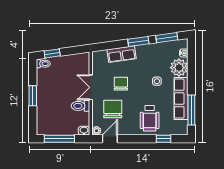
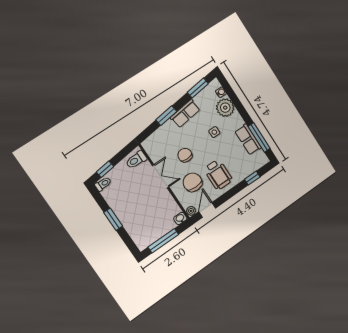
window: (138, 42) -> (166, 116), moved
row of seats: (122, 54) -> (185, 113), moved
double door: (91, 87) -> (161, 176), swing flipped
row of seats: (181, 99) -> (248, 139), width x0.68
toilet: (80, 106) -> (136, 160), moved
wheelchair: (150, 118) -> (218, 175), moved

